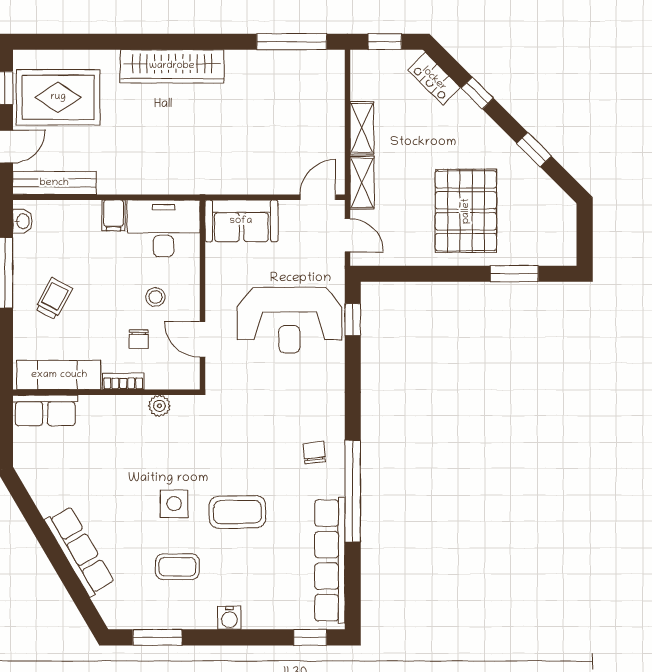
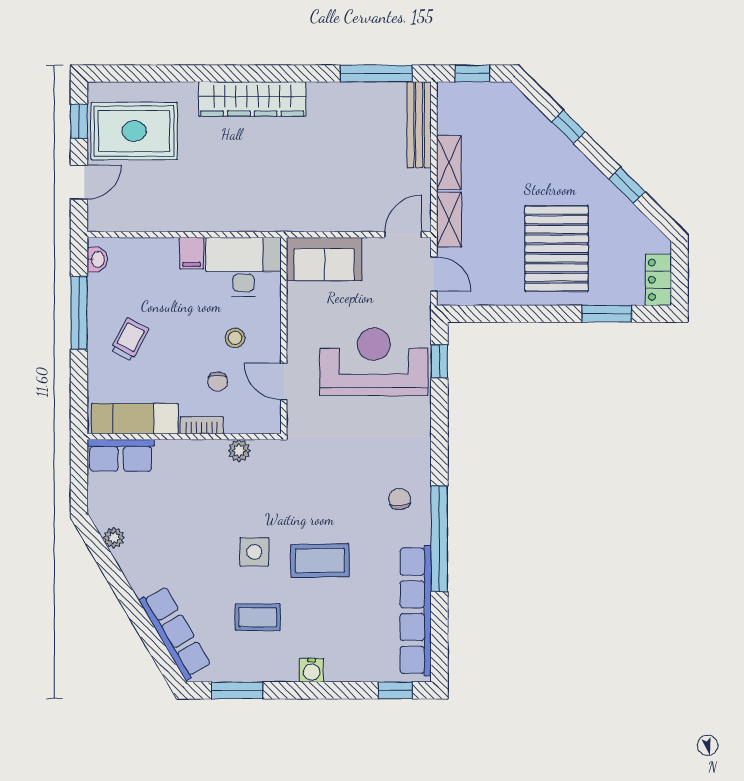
locker: (434, 79) -> (658, 280), moved, turned 45
bench: (54, 183) -> (419, 125), moved, turned 90
reception desk: (289, 320) -> (374, 362), turned 180
plant: (38, 490) -> (114, 538), added
row of seats: (80, 551) -> (175, 633), moved

